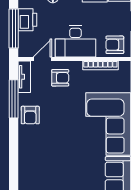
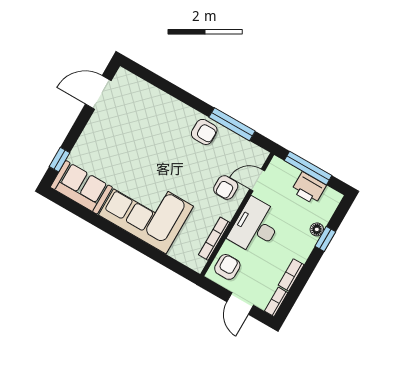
door: (42, 59) -> (257, 180), swing flipped
tv unit: (24, 77) -> (249, 149), removed
armchair: (30, 115) -> (204, 132), turned 180

